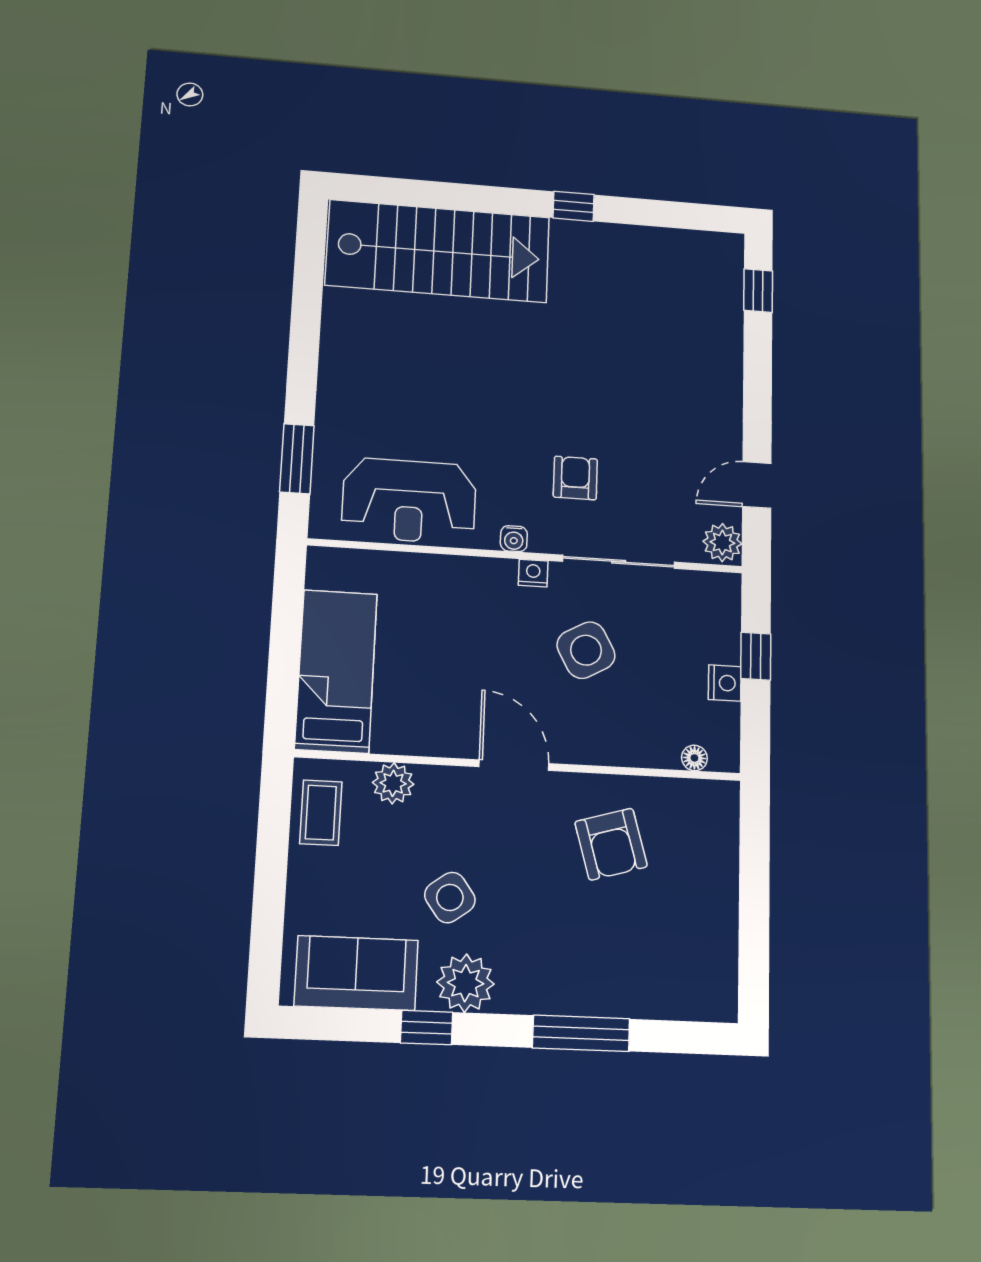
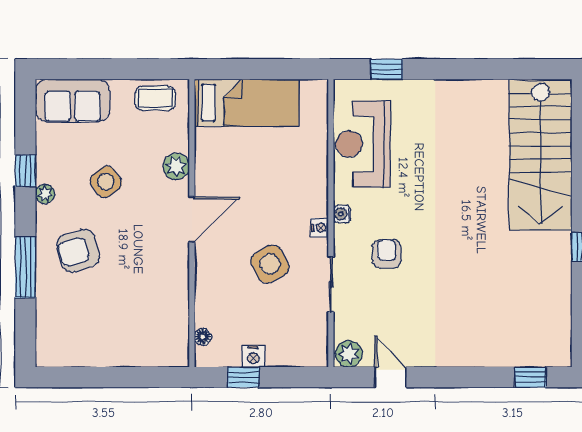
window: (297, 459) -> (387, 69), width x0.67
armchair: (575, 478) -> (387, 254), turned -90
sliding door: (619, 562) -> (331, 284), width x0.73
window: (756, 656) -> (243, 377), moved
plant: (393, 783) -> (176, 166), moved
armchair: (611, 844) -> (78, 251), moved
sofa: (356, 973) -> (73, 101), moved, turned 90
plant: (465, 983) -> (45, 194), width x0.53, depth x0.53

